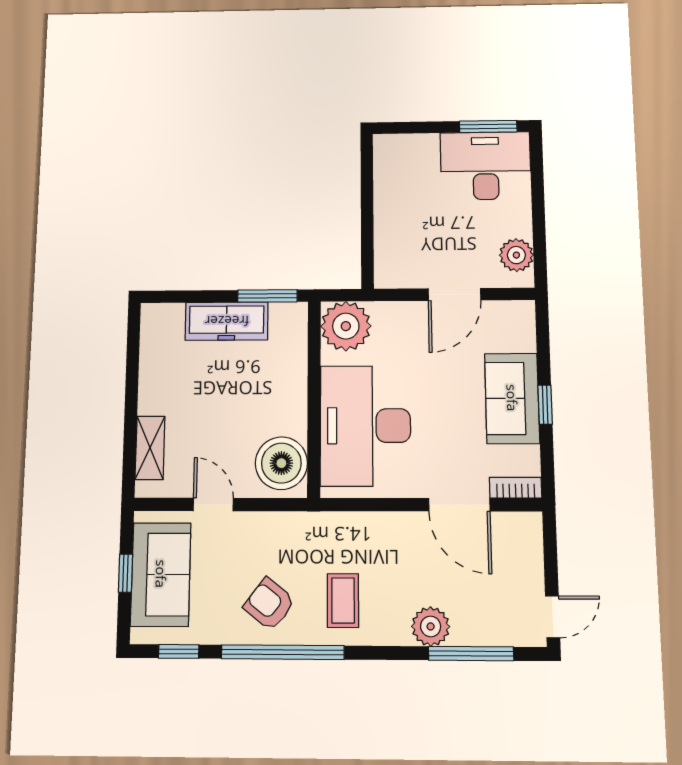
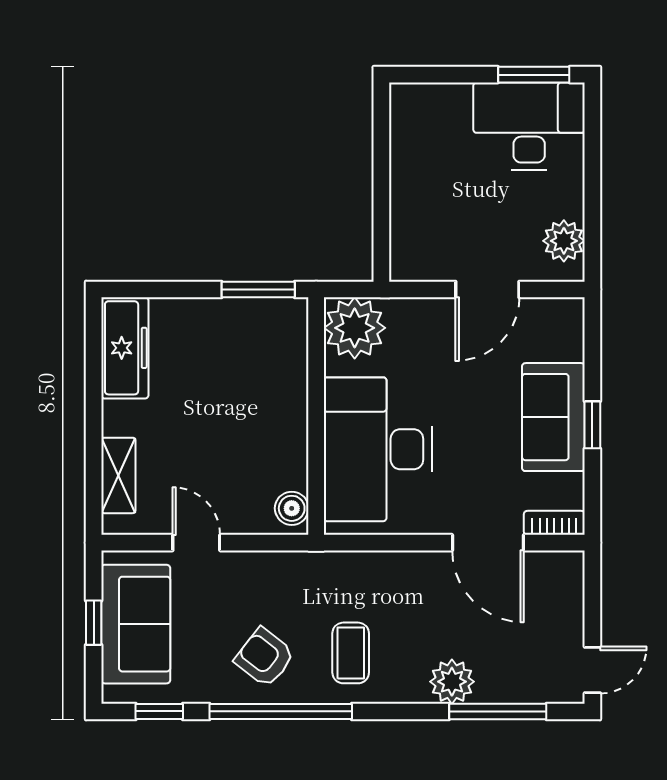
freezer: (227, 321) -> (125, 348), moved, turned -90
boiler: (281, 463) -> (292, 508), width x0.54, depth x0.54

